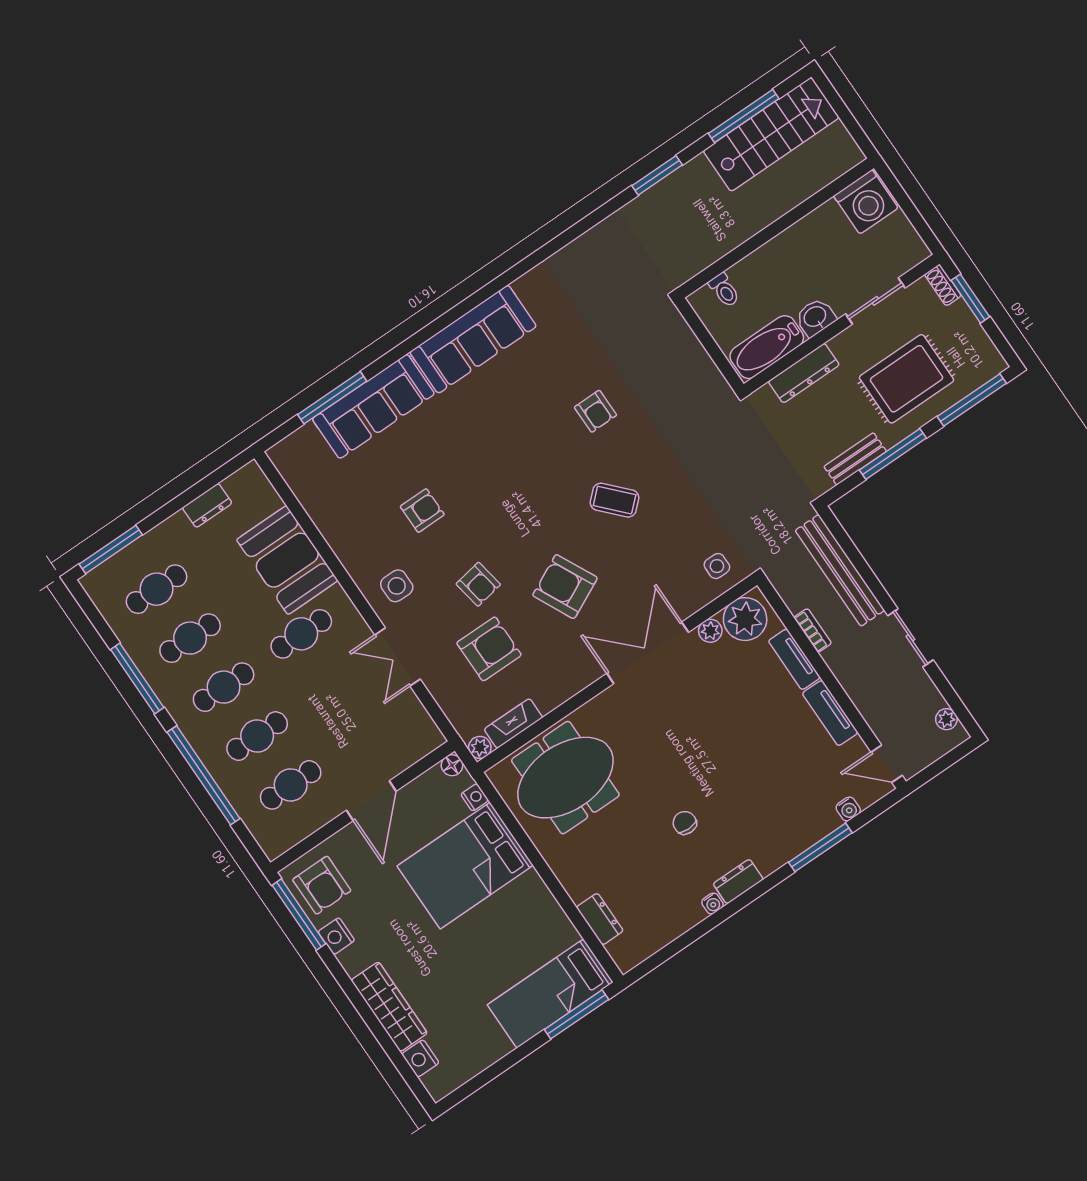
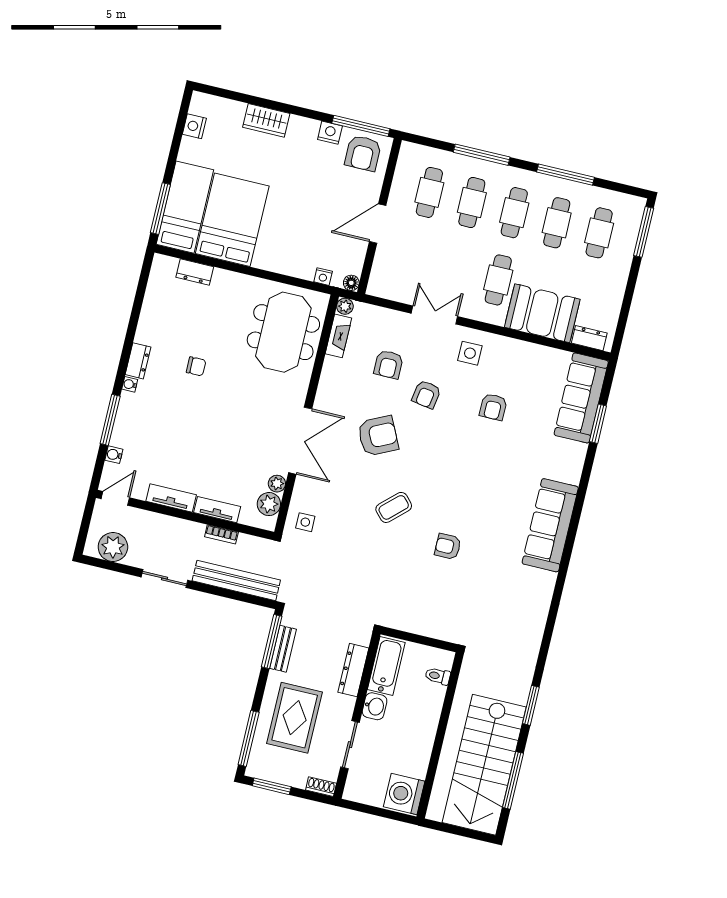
stairs: (771, 134) -> (484, 765), width x1.36, depth x1.51
window: (970, 299) -> (272, 786), moved
window: (332, 398) -> (598, 424), width x0.69
sofa: (373, 406) -> (581, 398), moved
window: (893, 454) -> (272, 642), moved
dresser: (207, 505) -> (589, 338), moved, turned 90
armchair: (478, 584) -> (426, 394), turned -71
plant: (745, 619) -> (269, 504), width x0.73, depth x0.73
armchair: (489, 649) -> (389, 364), width x0.72, depth x0.72
plant: (946, 719) -> (113, 547), width x1.87, depth x1.87
window: (204, 775) -> (482, 155), width x0.68
door: (371, 801) -> (378, 224), hinge flipped
bed: (465, 866) -> (232, 220), moved
armchair: (322, 885) -> (363, 153), turned -90
water cooler: (712, 903) -> (130, 384), moved
wardrobe: (389, 1007) -> (266, 120), width x0.67
nightstand: (420, 1058) -> (194, 126), moved, turned -90

